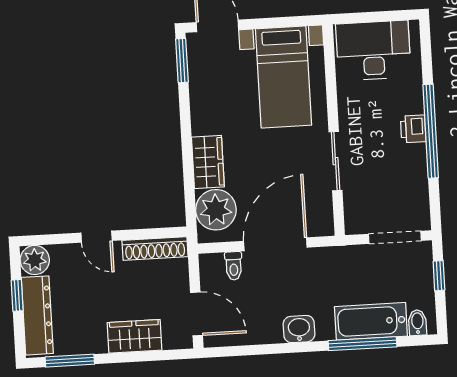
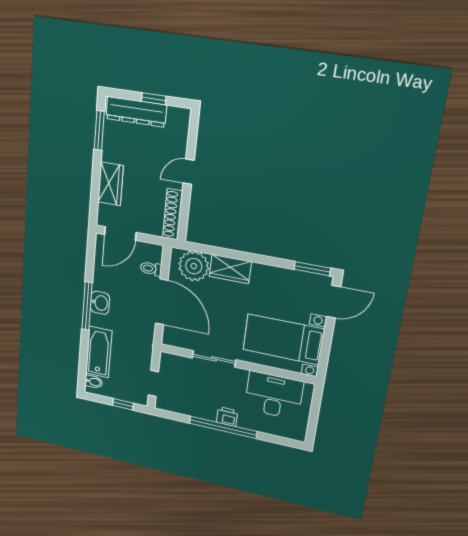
desk: (373, 51) -> (274, 395), moved, turned -90
doorway: (395, 237) -> (153, 383), width x0.73
plant: (35, 260) -> (179, 119), removed
window: (362, 344) -> (87, 306), moved

